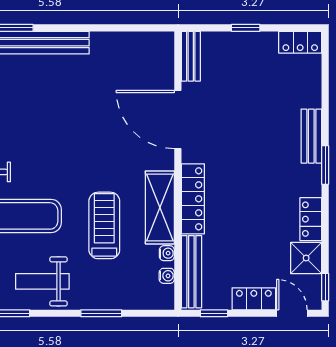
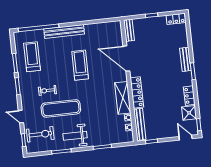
treadmill: (104, 225) -> (80, 65), moved
locker: (254, 299) -> (168, 133), removed

